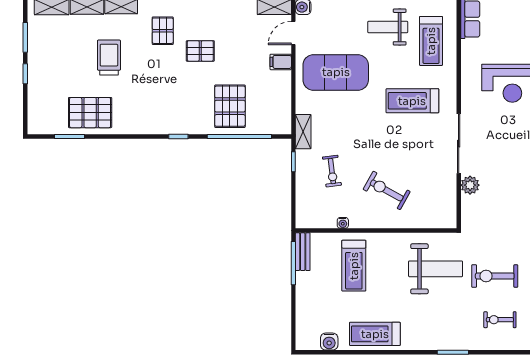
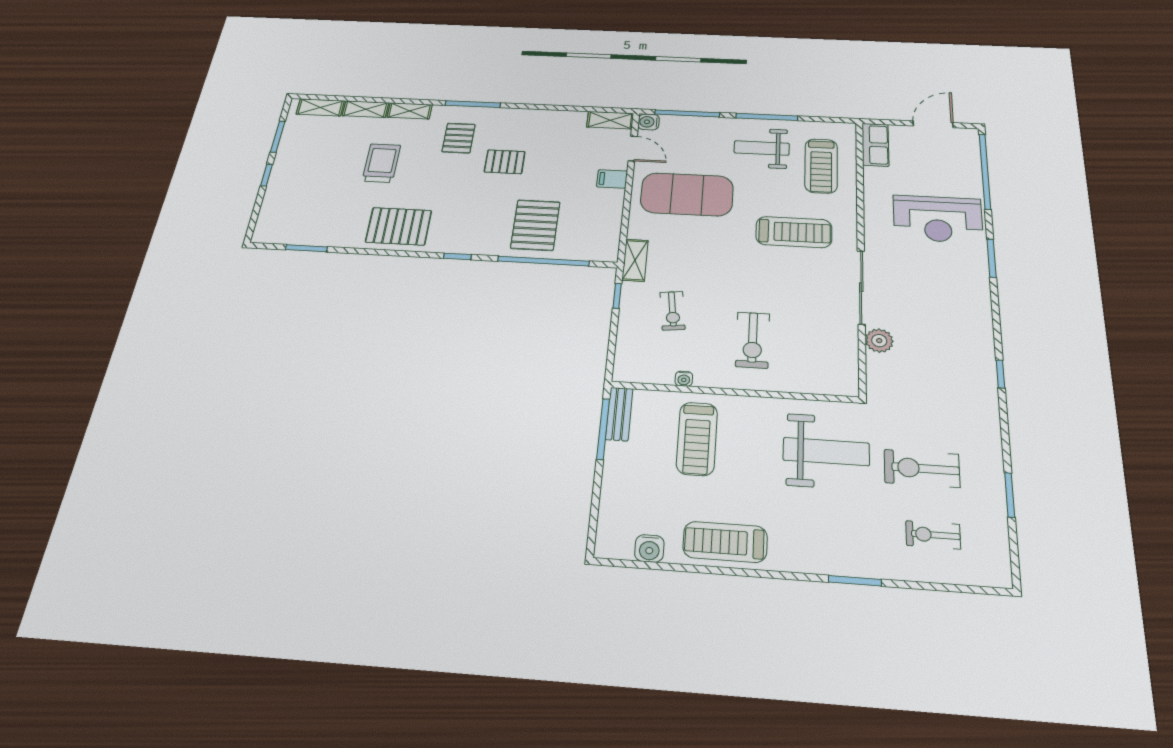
door: (293, 33) -> (633, 149), swing flipped
treadmill: (412, 101) -> (794, 232), turned 180
pallet: (90, 113) -> (399, 226), moved
exercise bike: (387, 190) -> (753, 340), turned -119

